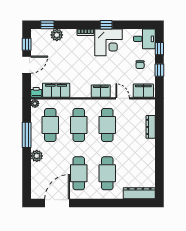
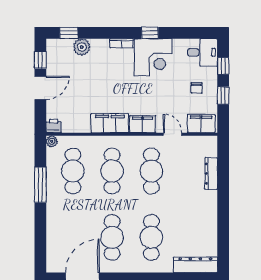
filing cabinet: (56, 90) -> (110, 123), moved
plant: (37, 156) -> (54, 214), removed

